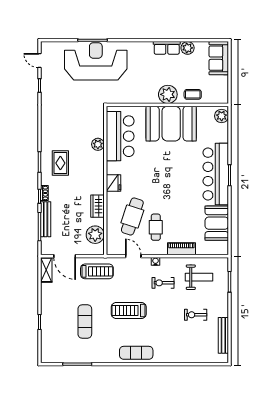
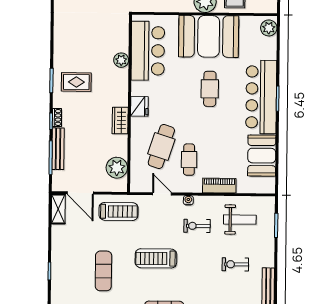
rug: (60, 163) -> (76, 82), turned 90
cafe table: (173, 168) -> (210, 89), added
wardrobe: (98, 206) -> (120, 120), moved

